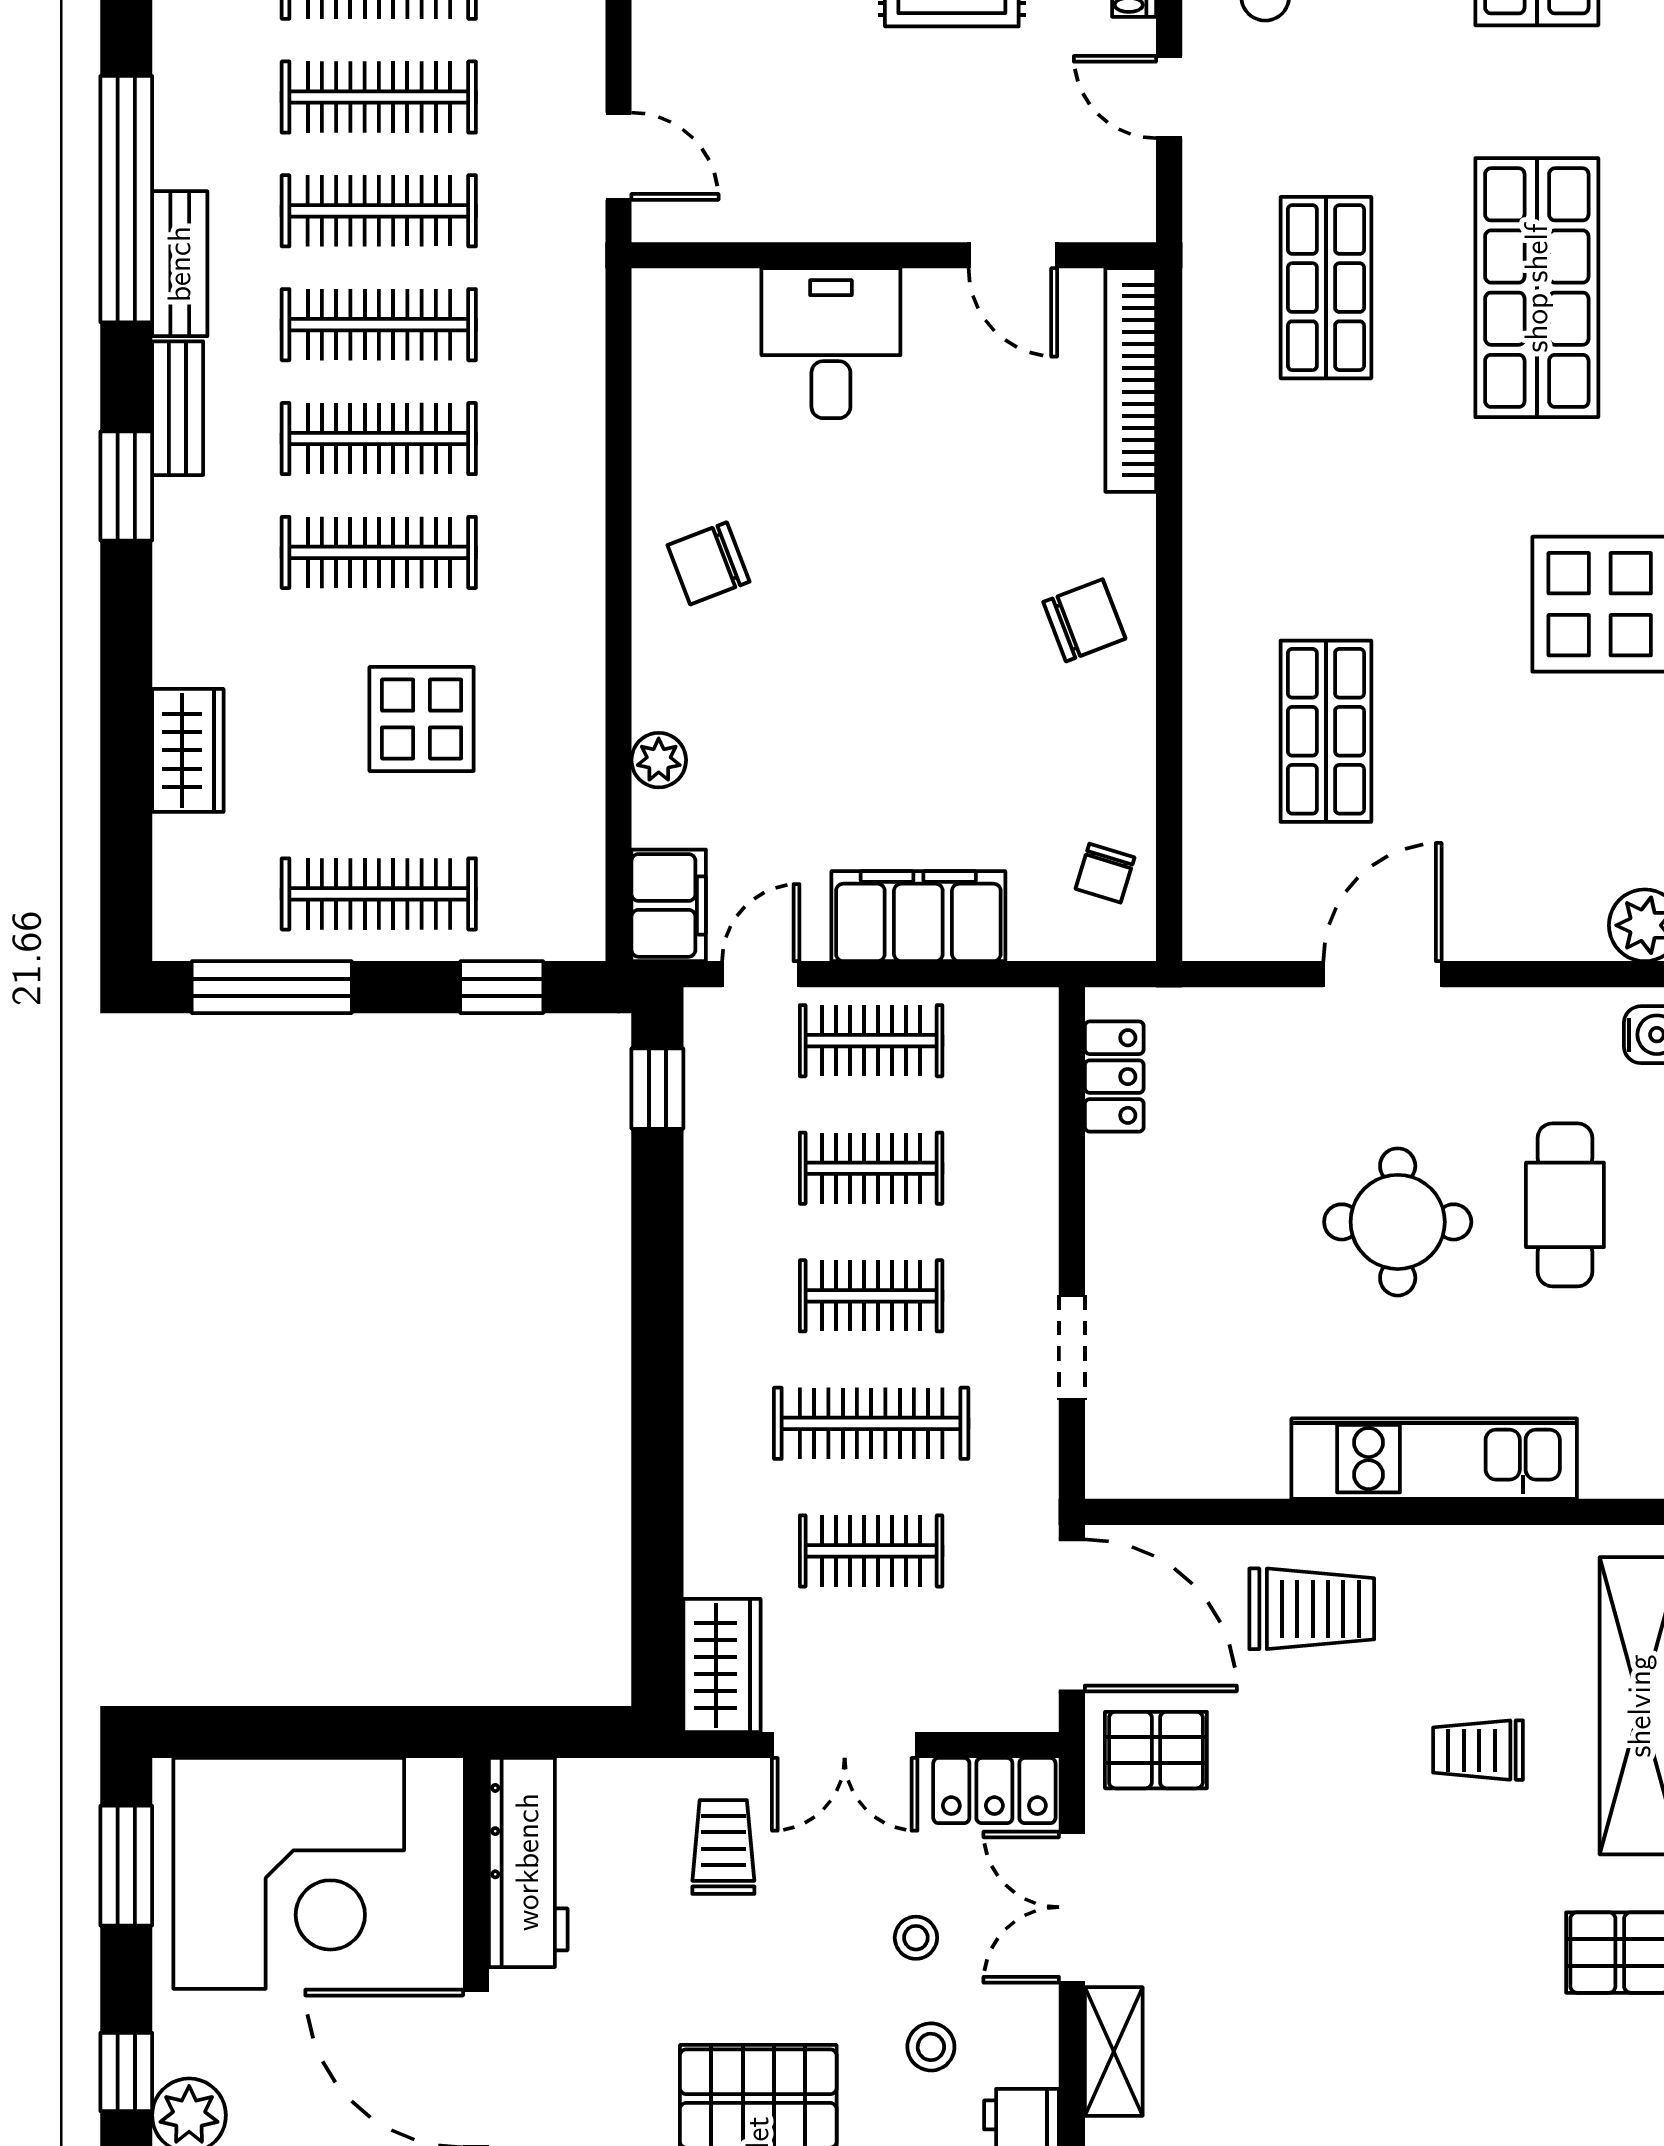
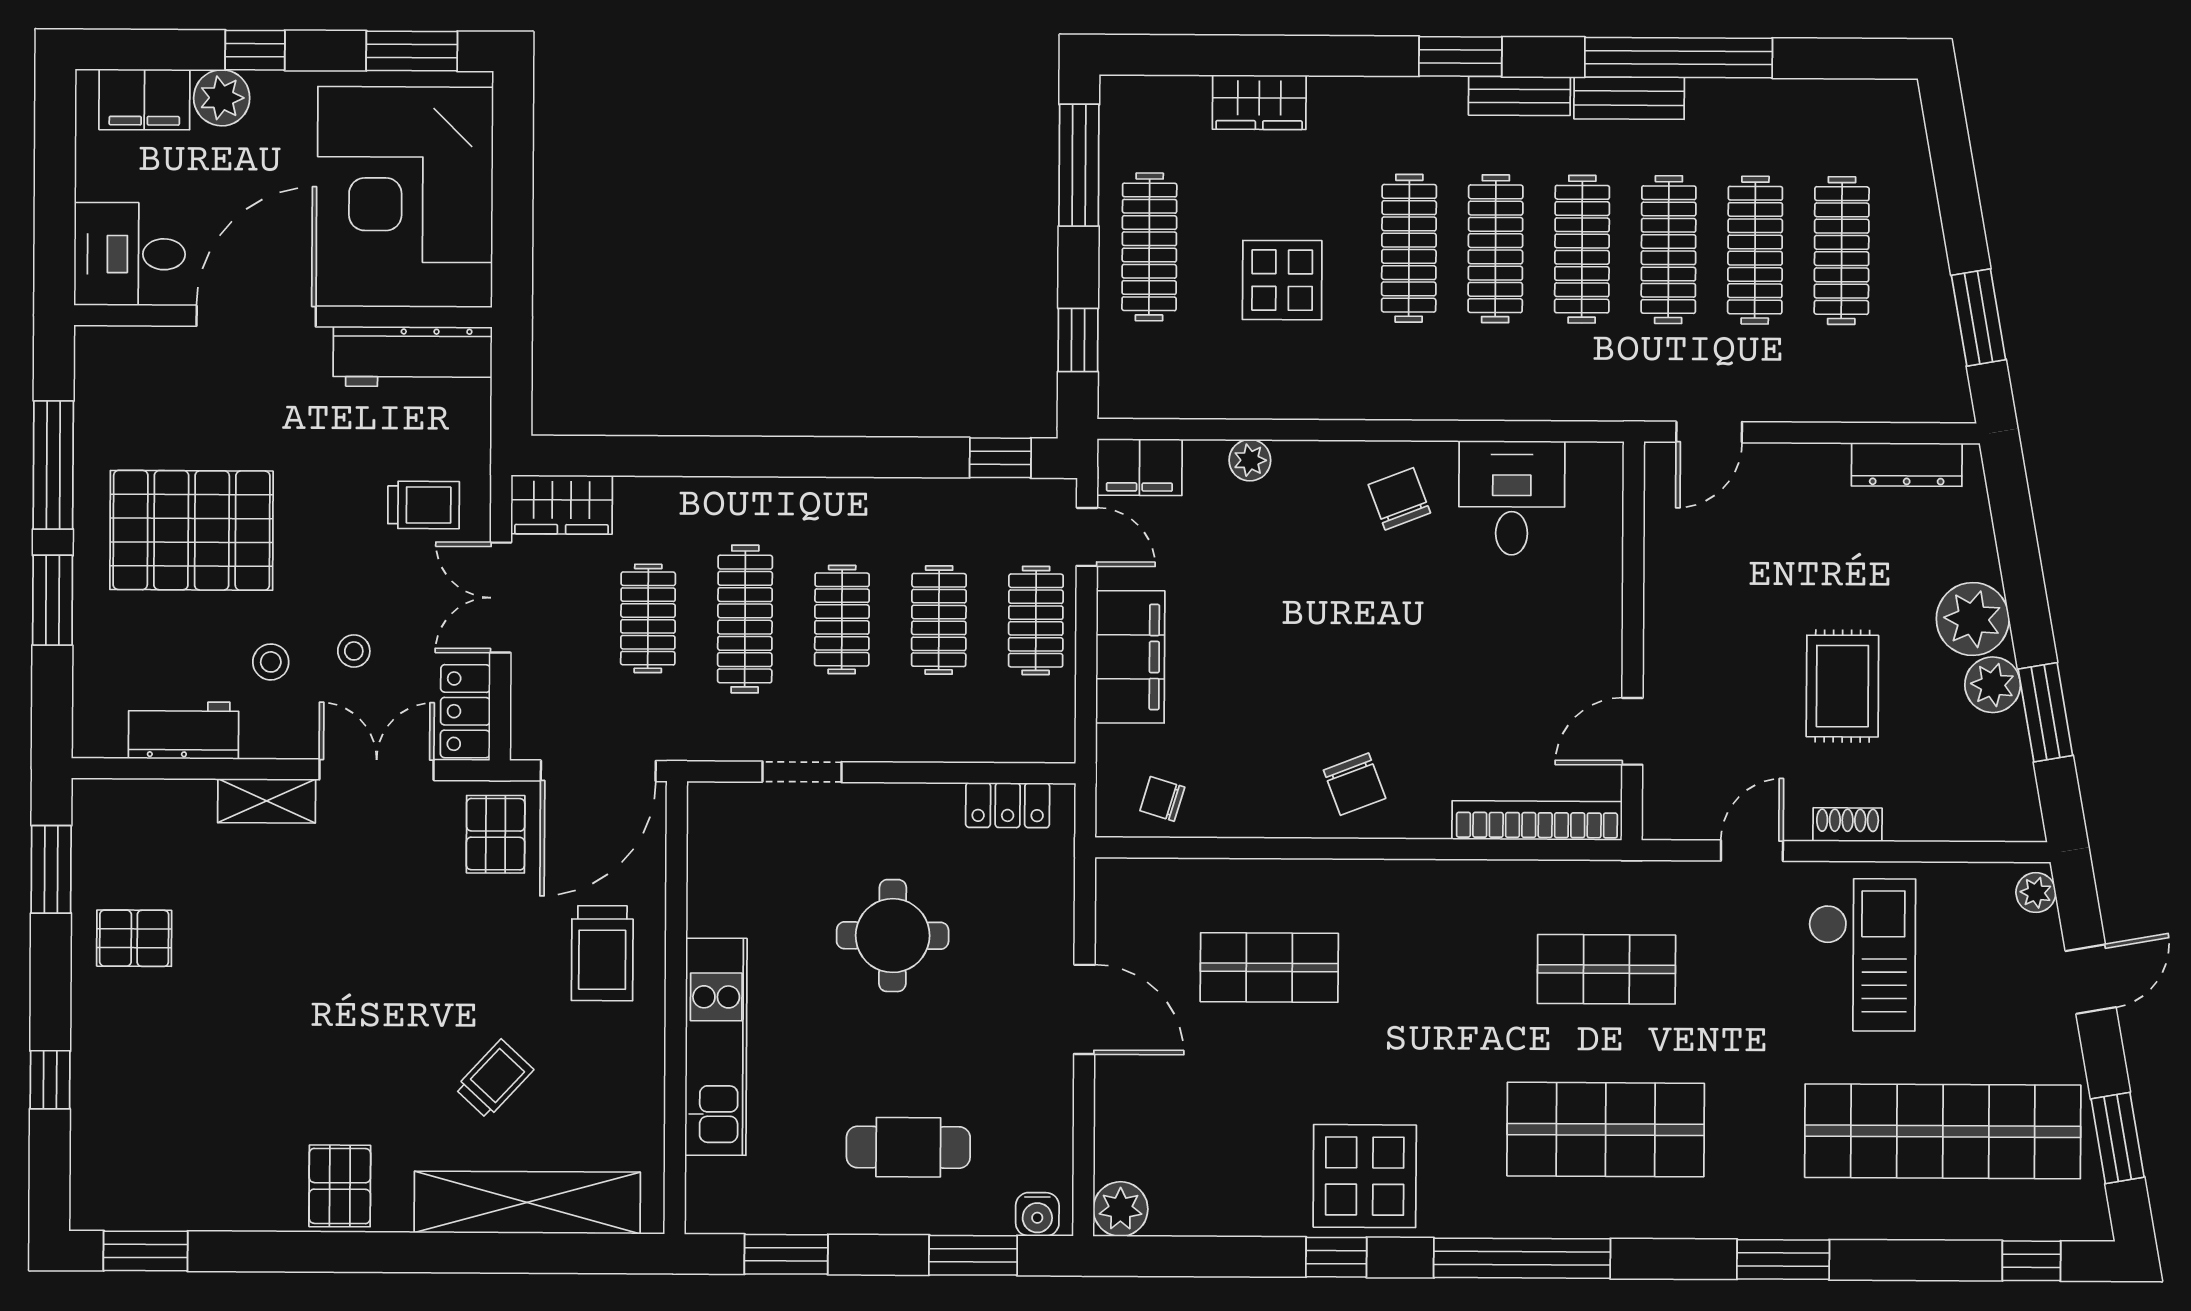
desk: (831, 343) -> (1512, 498), moved, turned -90
round table: (1398, 1222) -> (893, 936), moved
trolley: (1478, 1750) -> (494, 1079), turned 43

